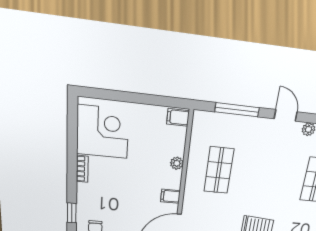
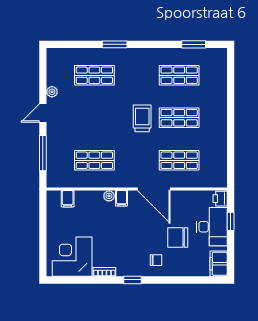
filing cabinet: (178, 117) -> (68, 199), moved
plant: (177, 163) -> (109, 196), moved
window: (72, 213) -> (133, 280), moved

